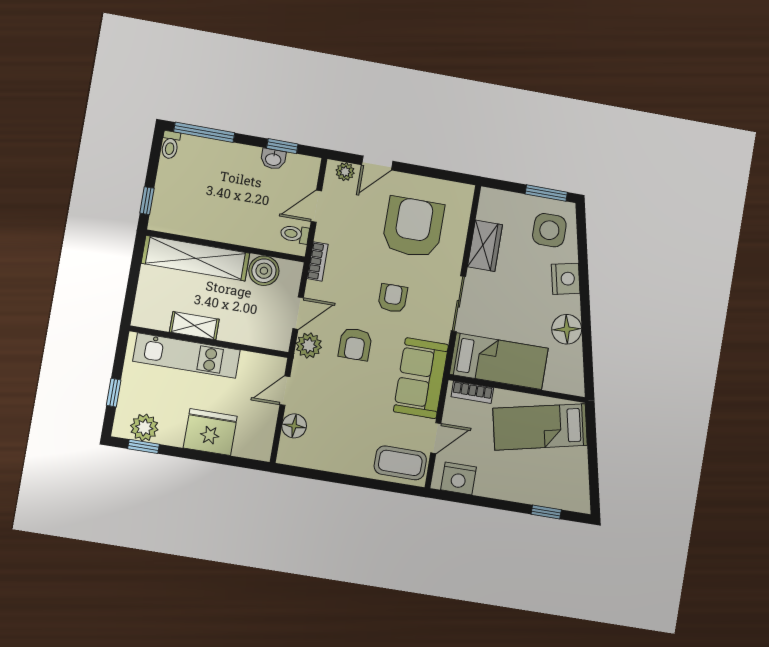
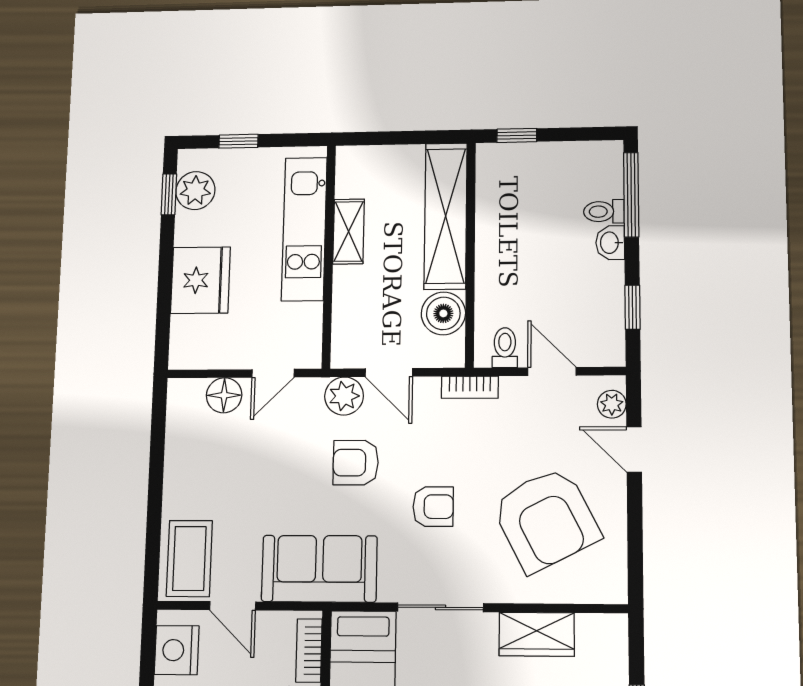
toilet: (170, 145) -> (604, 212), moved
washbasin: (273, 159) -> (610, 243), moved
armchair: (413, 227) -> (546, 519), turned 63
door: (285, 391) -> (273, 373), swing flipped

